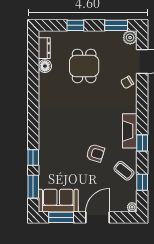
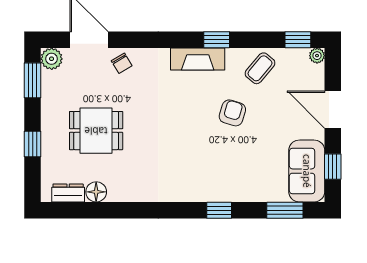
window: (33, 158) -> (219, 210), moved
window: (142, 182) -> (298, 40), moved
window: (61, 217) -> (333, 167), width x0.67

